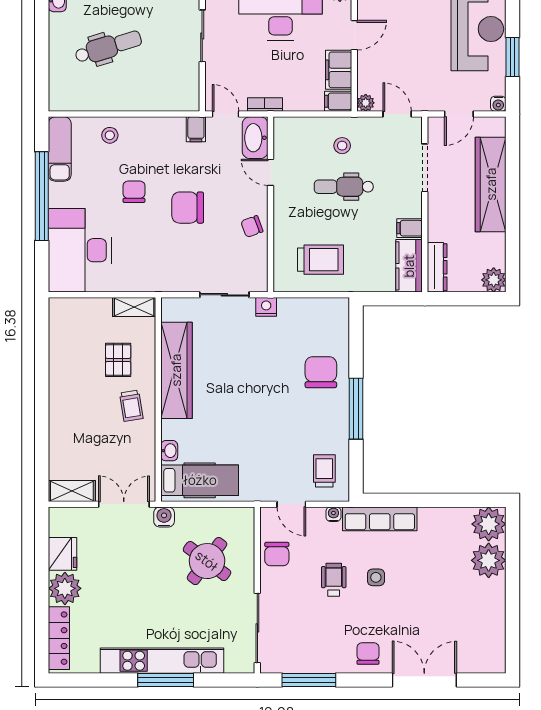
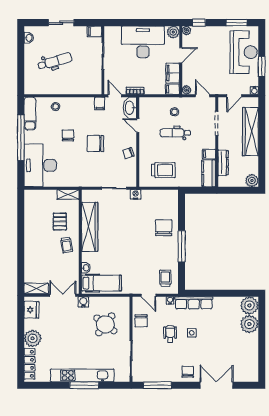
dresser: (437, 267) -> (223, 163), moved
fridge: (63, 554) -> (31, 310), moved

